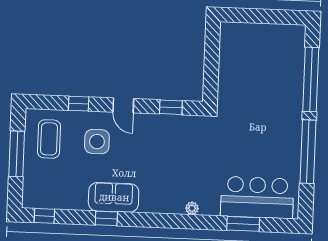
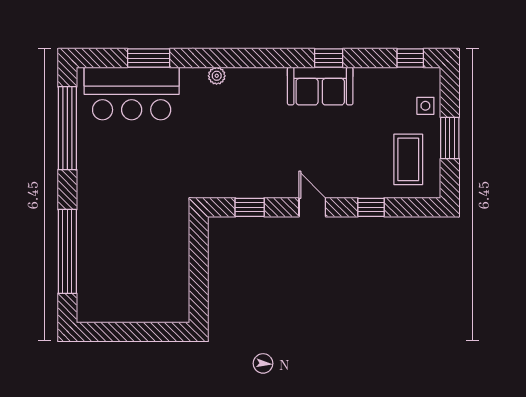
side table: (97, 142) -> (425, 106), moved, width x0.54, depth x0.54
window: (308, 152) -> (67, 128), moved
window: (17, 154) -> (450, 138), width x0.69

